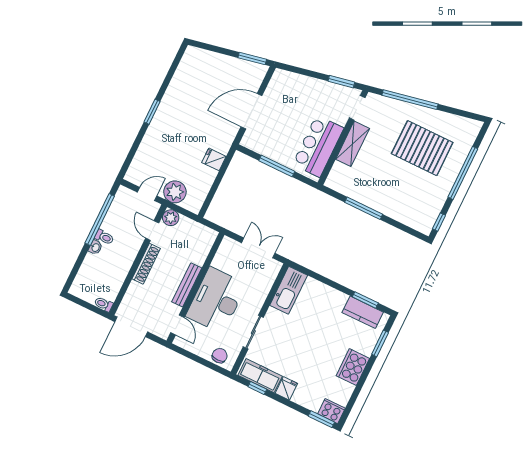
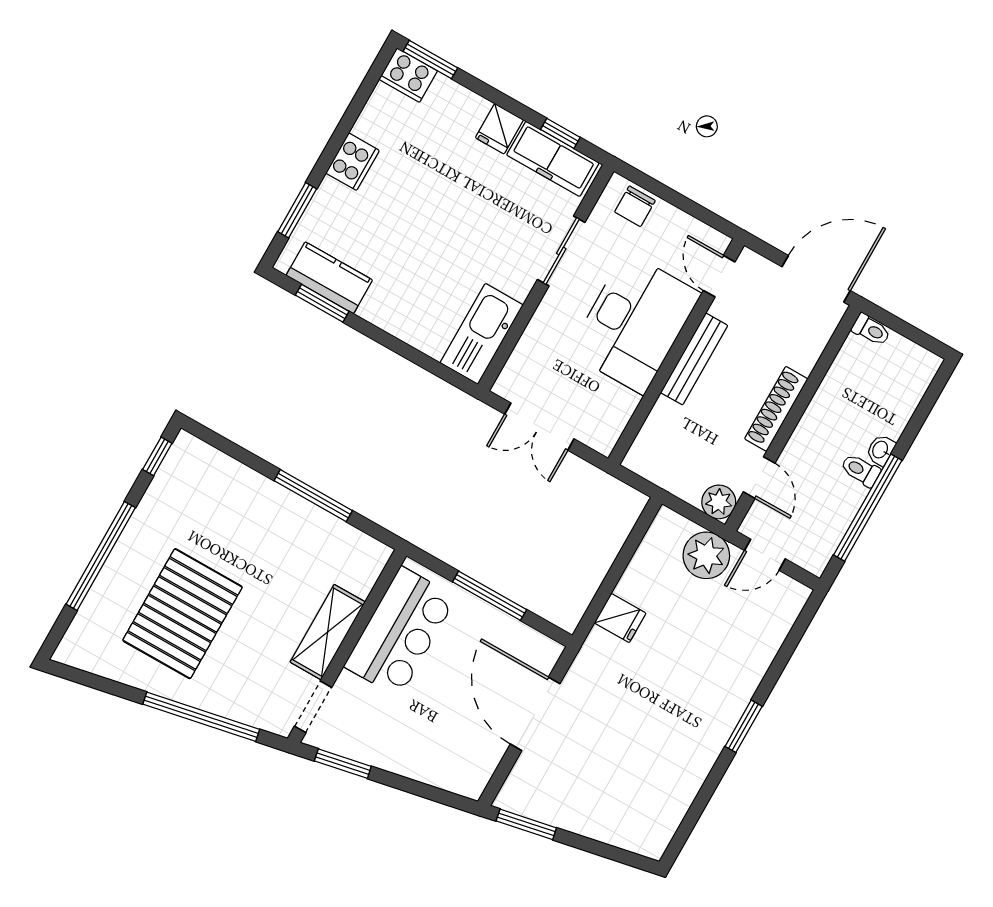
door: (251, 111) -> (535, 714), swing flipped
pallet: (422, 148) -> (183, 614), turned 90
cooker: (353, 367) -> (353, 162), width x0.73, depth x0.76

